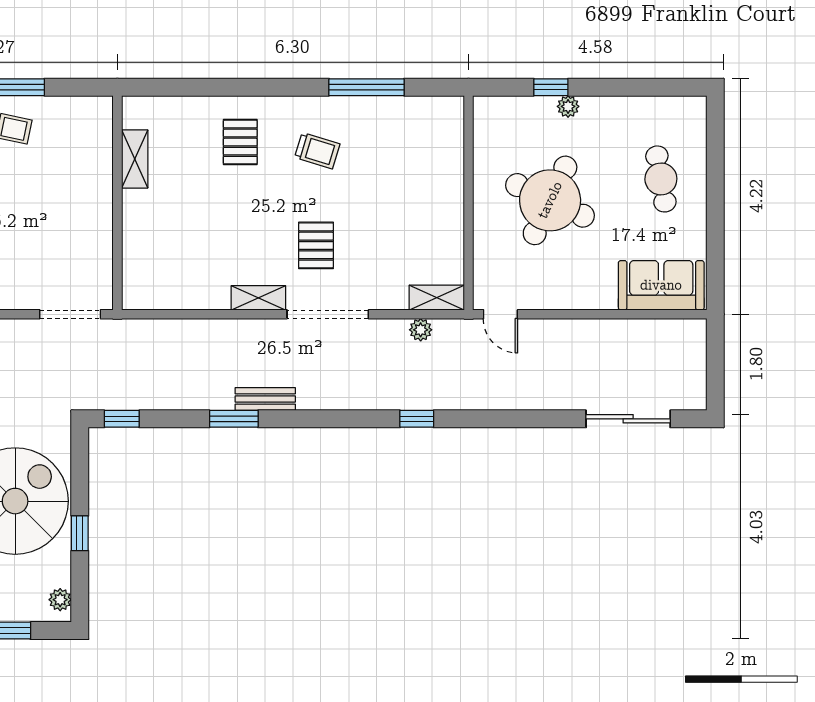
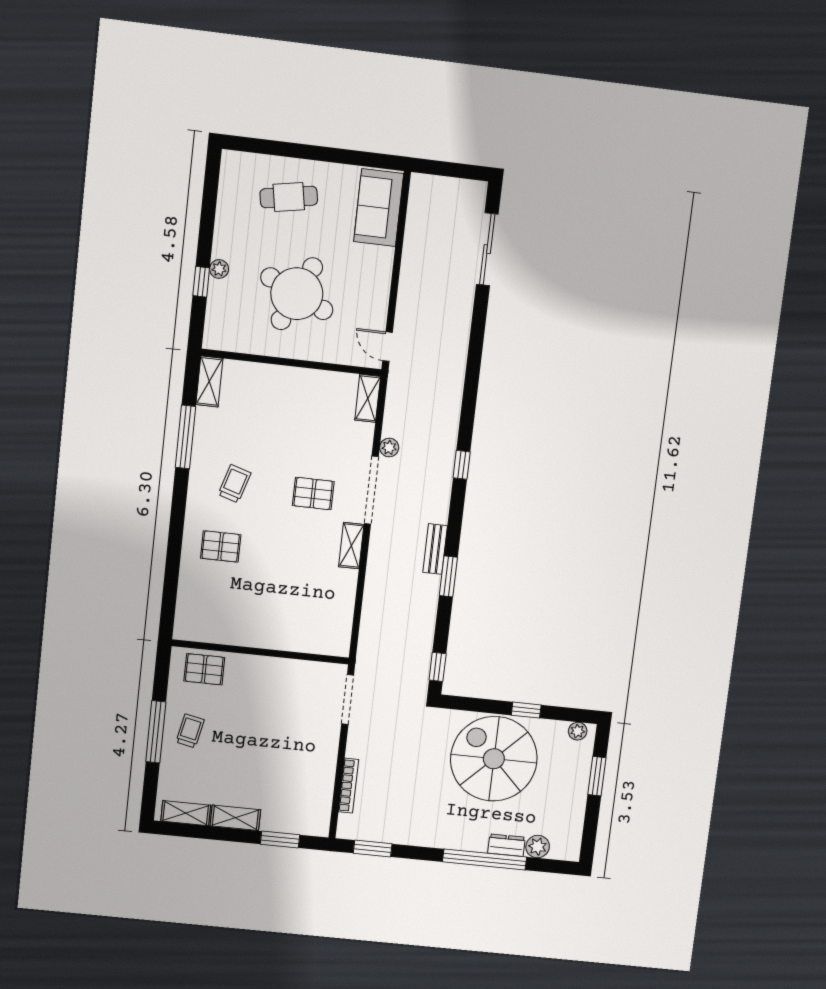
pallet: (89, 138) -> (204, 669), added
shelving: (135, 159) -> (209, 381), moved, turned 90
door: (500, 314) -> (388, 347), swing flipped
plant: (421, 330) -> (389, 448), moved
window: (417, 419) -> (462, 465), moved

